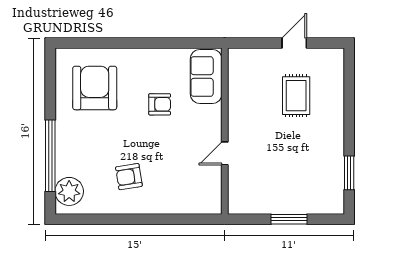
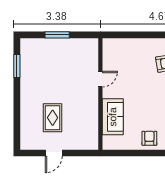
sofa: (206, 76) -> (113, 117), moved
armchair: (160, 104) -> (149, 138), moved, turned 90

